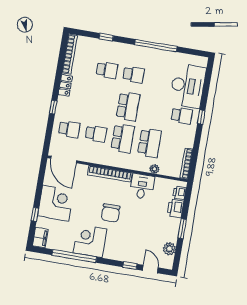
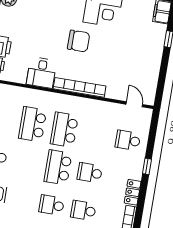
school desk: (96, 134) -> (90, 173), moved
door: (64, 159) -> (134, 104), width x0.53
plant: (154, 169) -> (27, 93), removed
corner desk: (56, 203) -> (144, 52), removed
chair: (111, 213) -> (79, 41), turned 90

